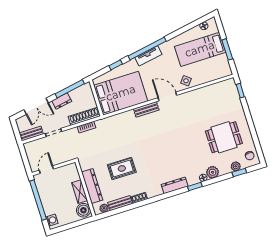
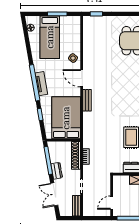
door: (167, 97) -> (82, 78), hinge flipped
double door: (36, 106) -> (54, 194), swing flipped
door: (46, 170) -> (112, 203), hinge flipped

